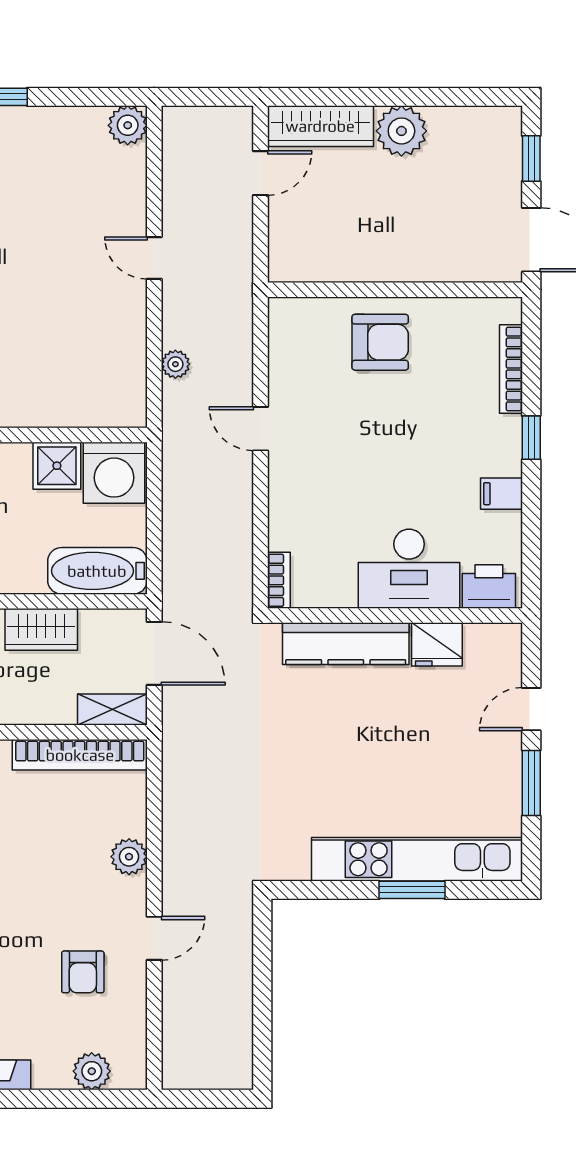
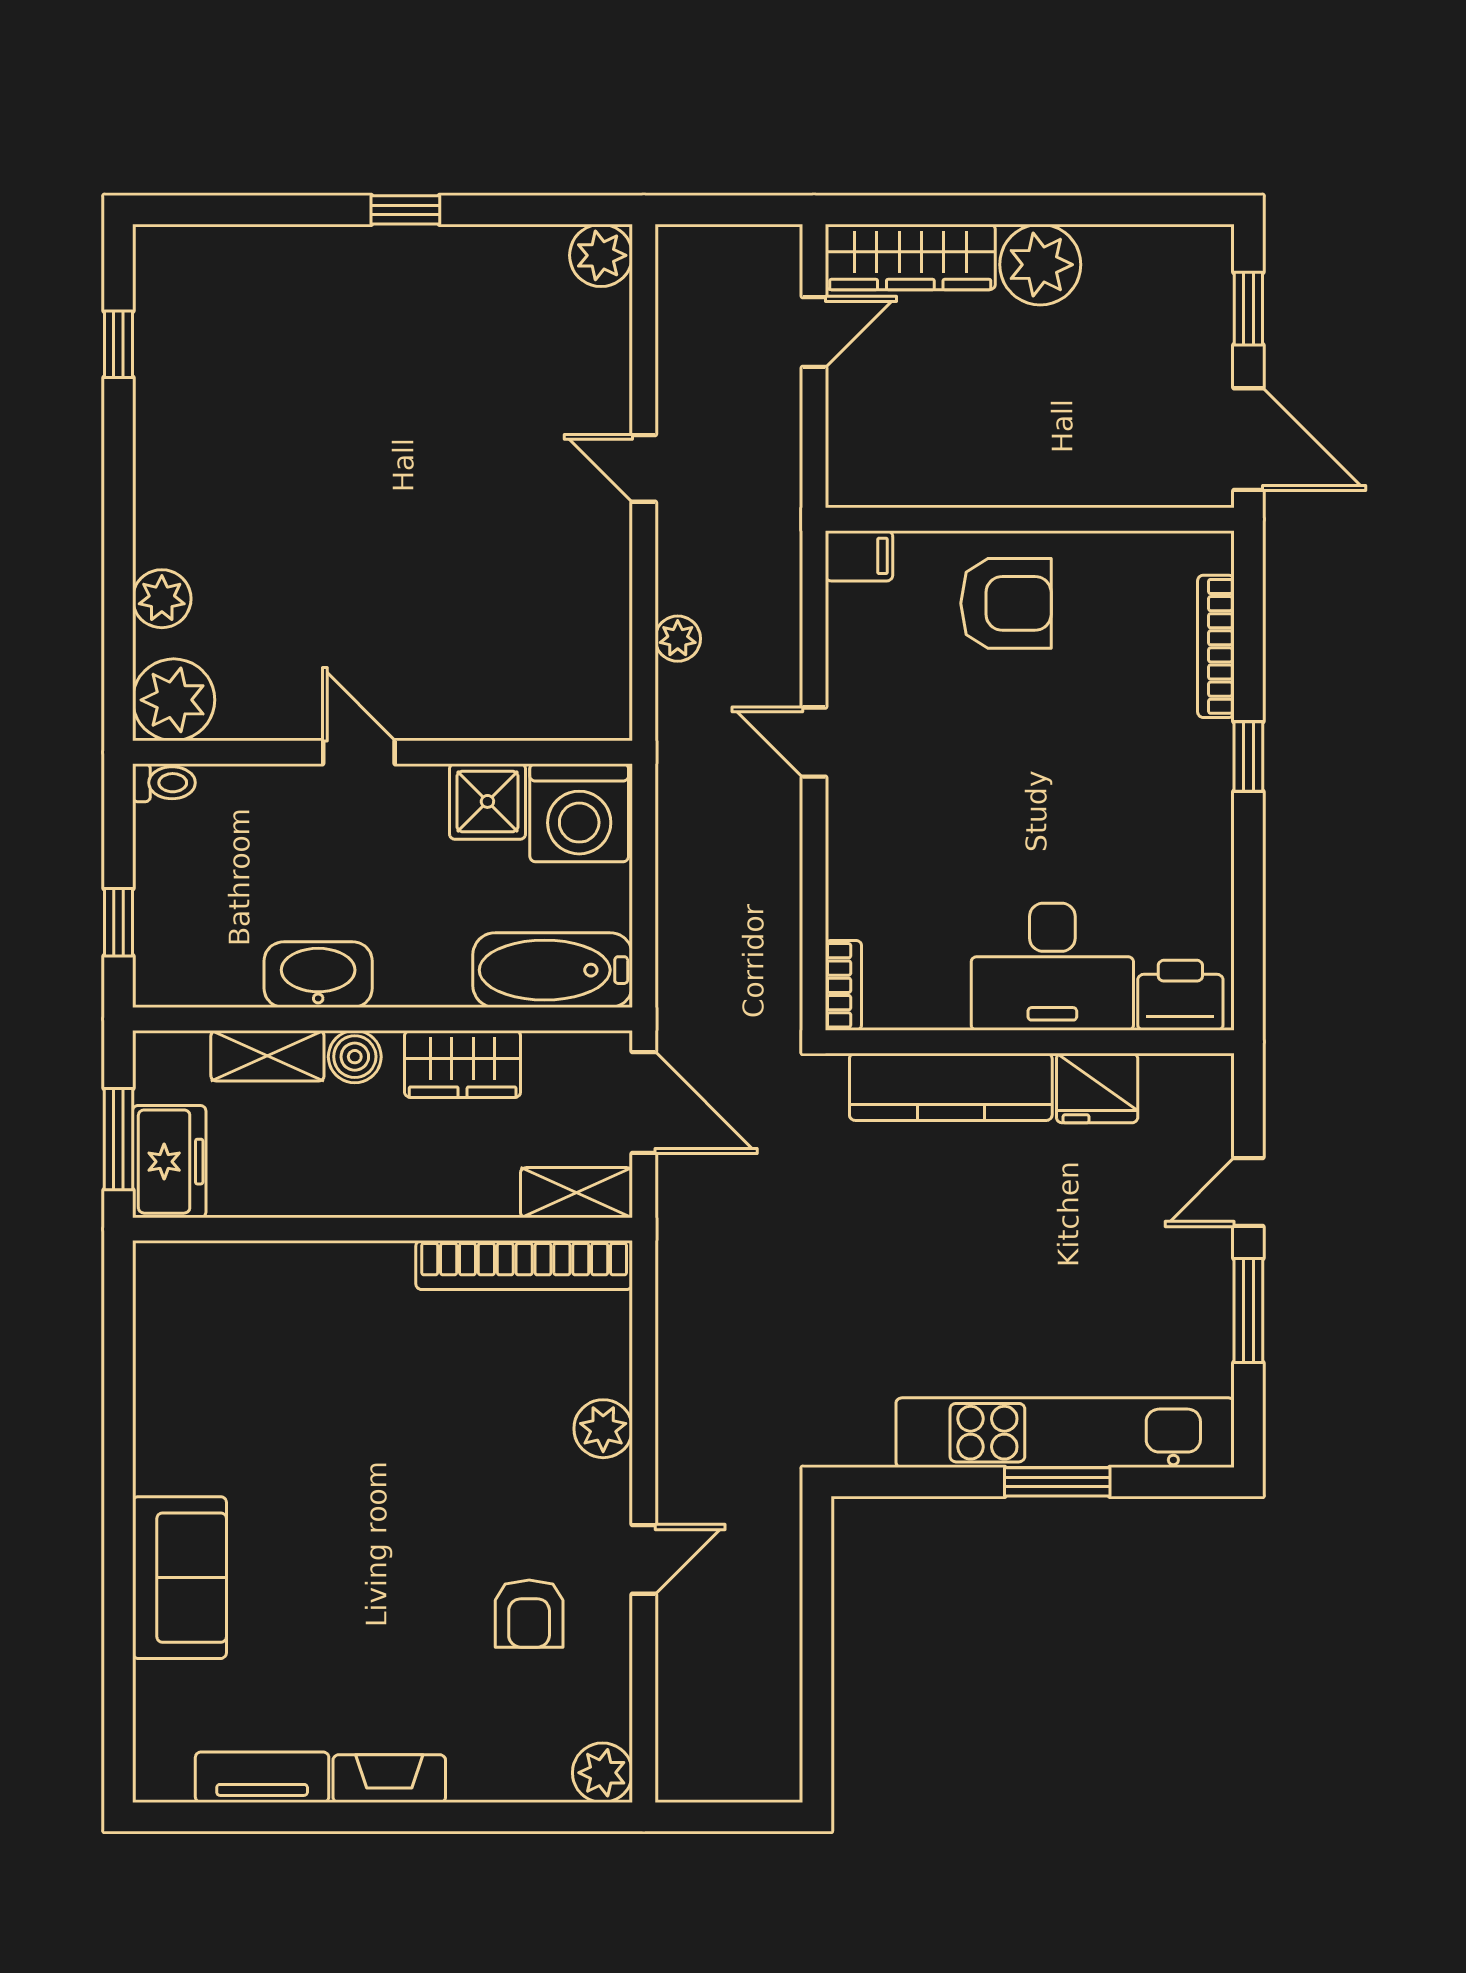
filing cabinet: (501, 494) -> (859, 556), moved, turned 180
plant: (92, 1071) -> (602, 1773), moved

